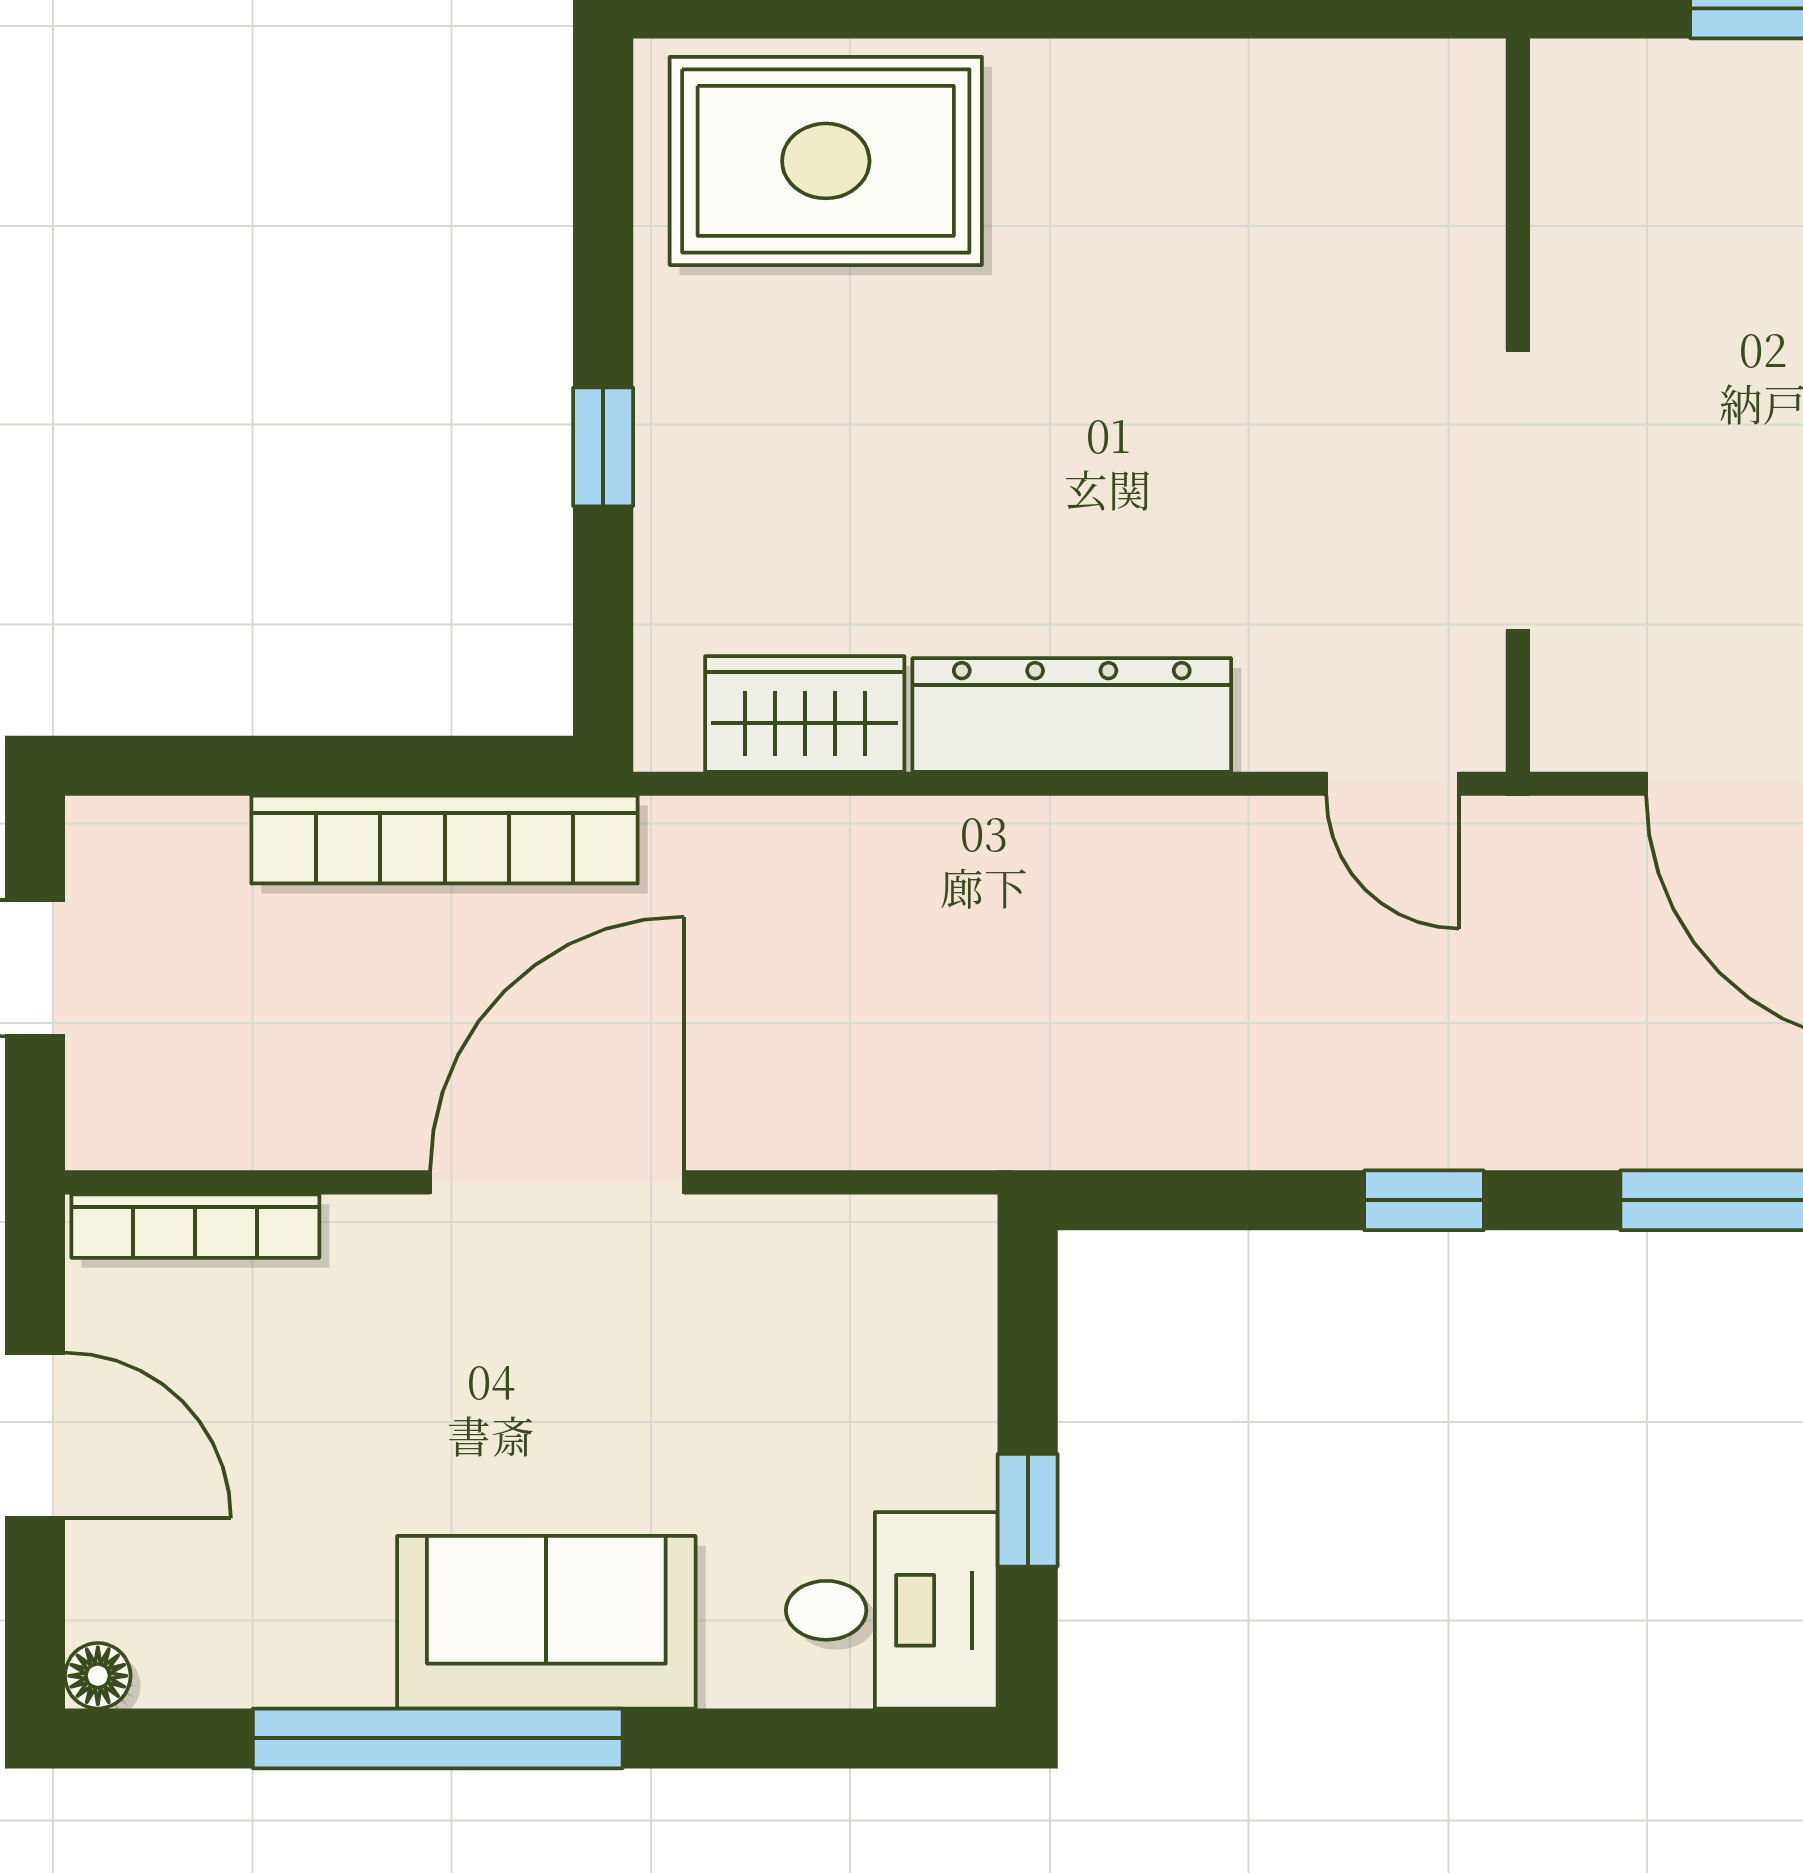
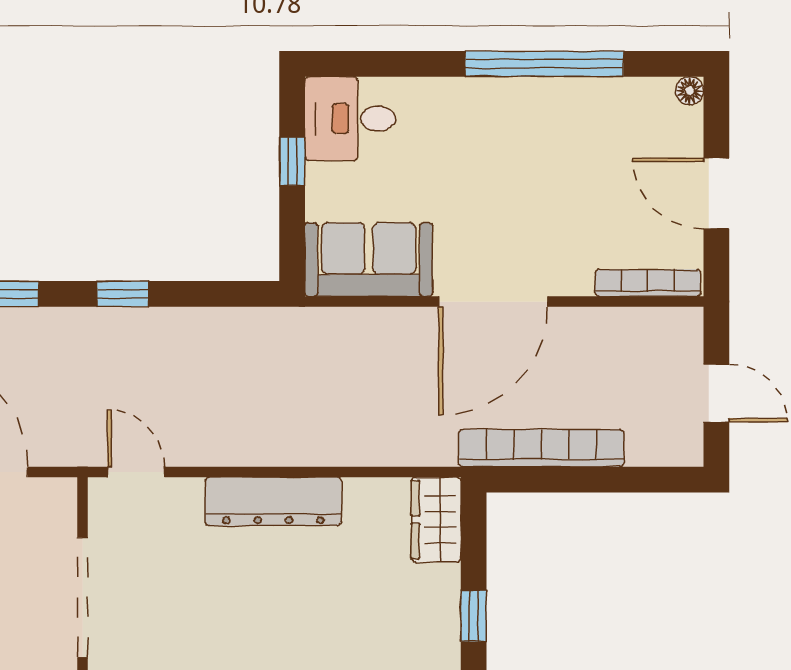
wardrobe: (805, 714) -> (436, 520), moved, turned 90
sofa: (546, 1622) -> (369, 260), moved, turned 180

